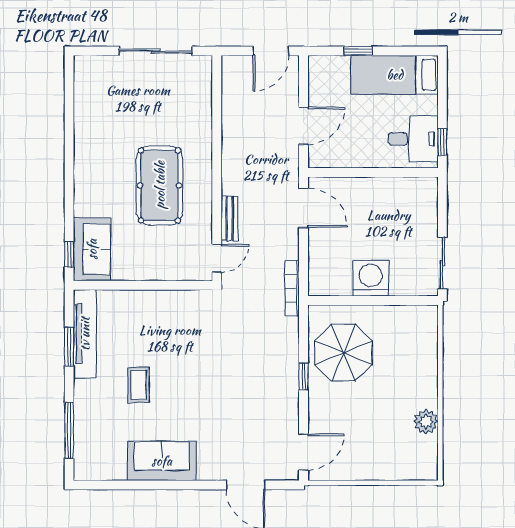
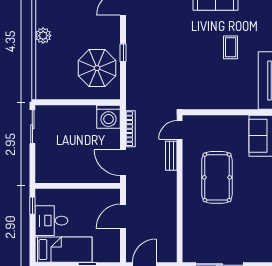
desk: (413, 139) -> (51, 221), moved
washing machine: (371, 278) -> (109, 117), moved
bookcase: (292, 288) -> (130, 129), moved
plant: (426, 422) -> (43, 36), moved

